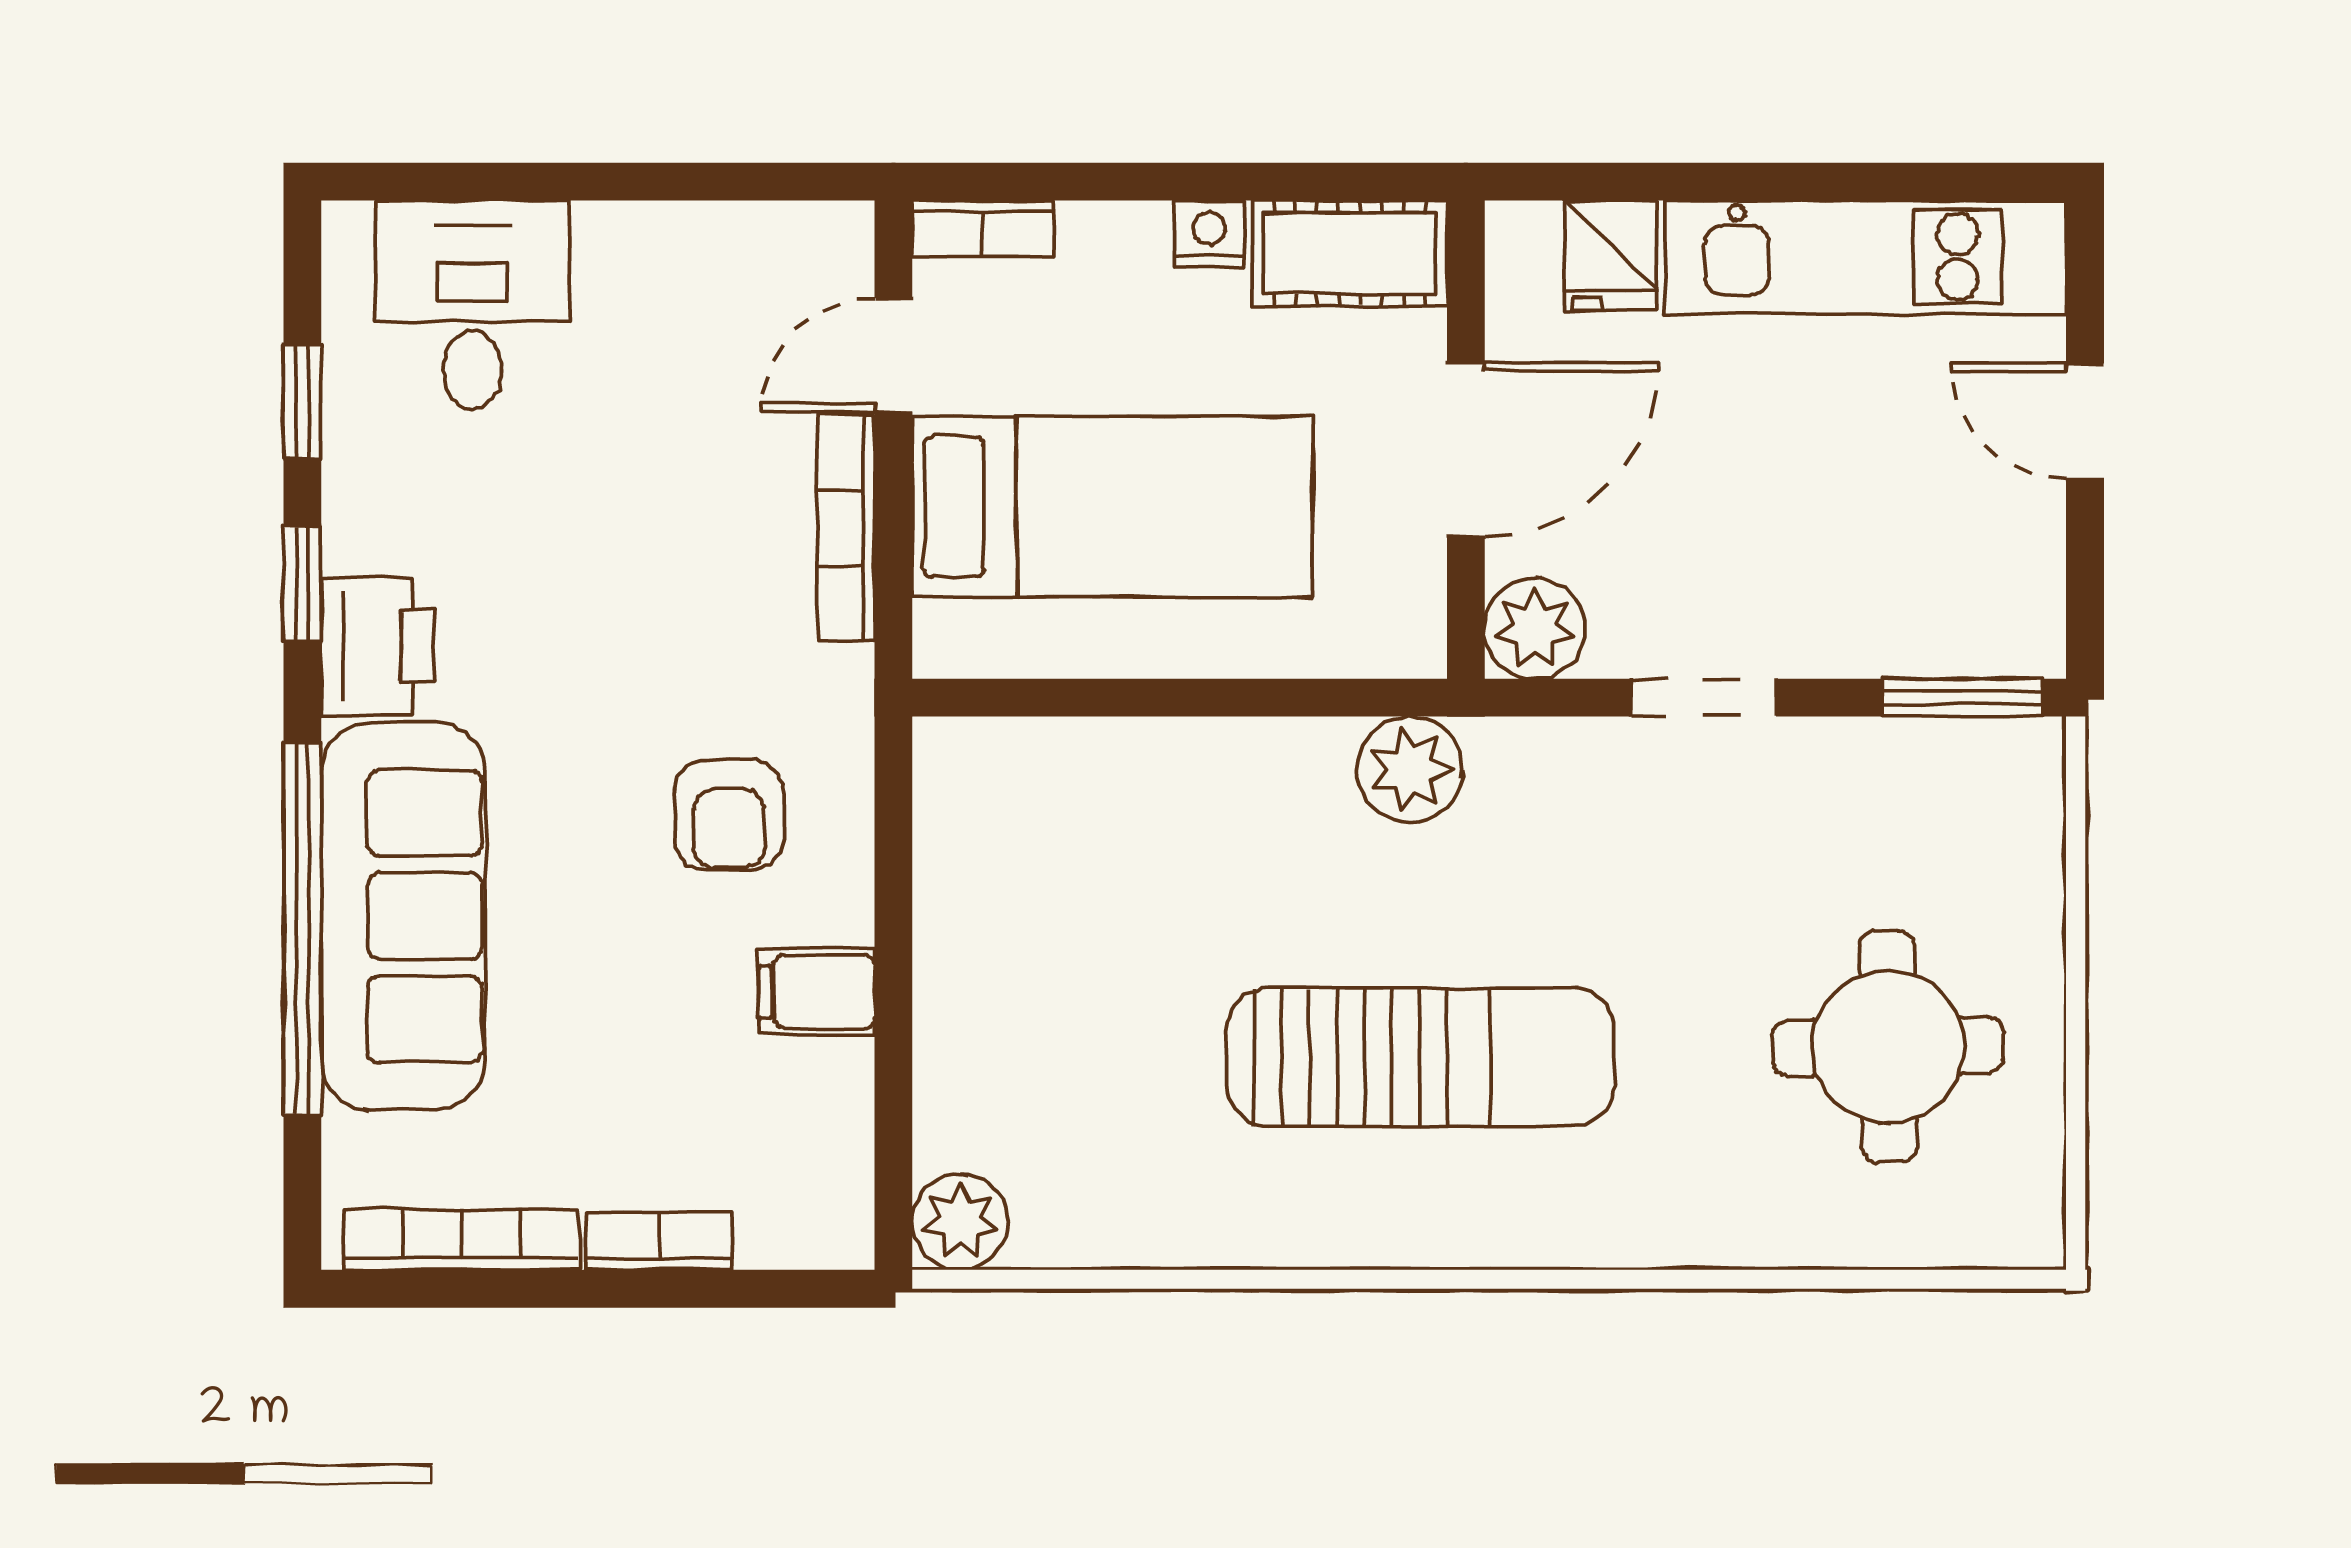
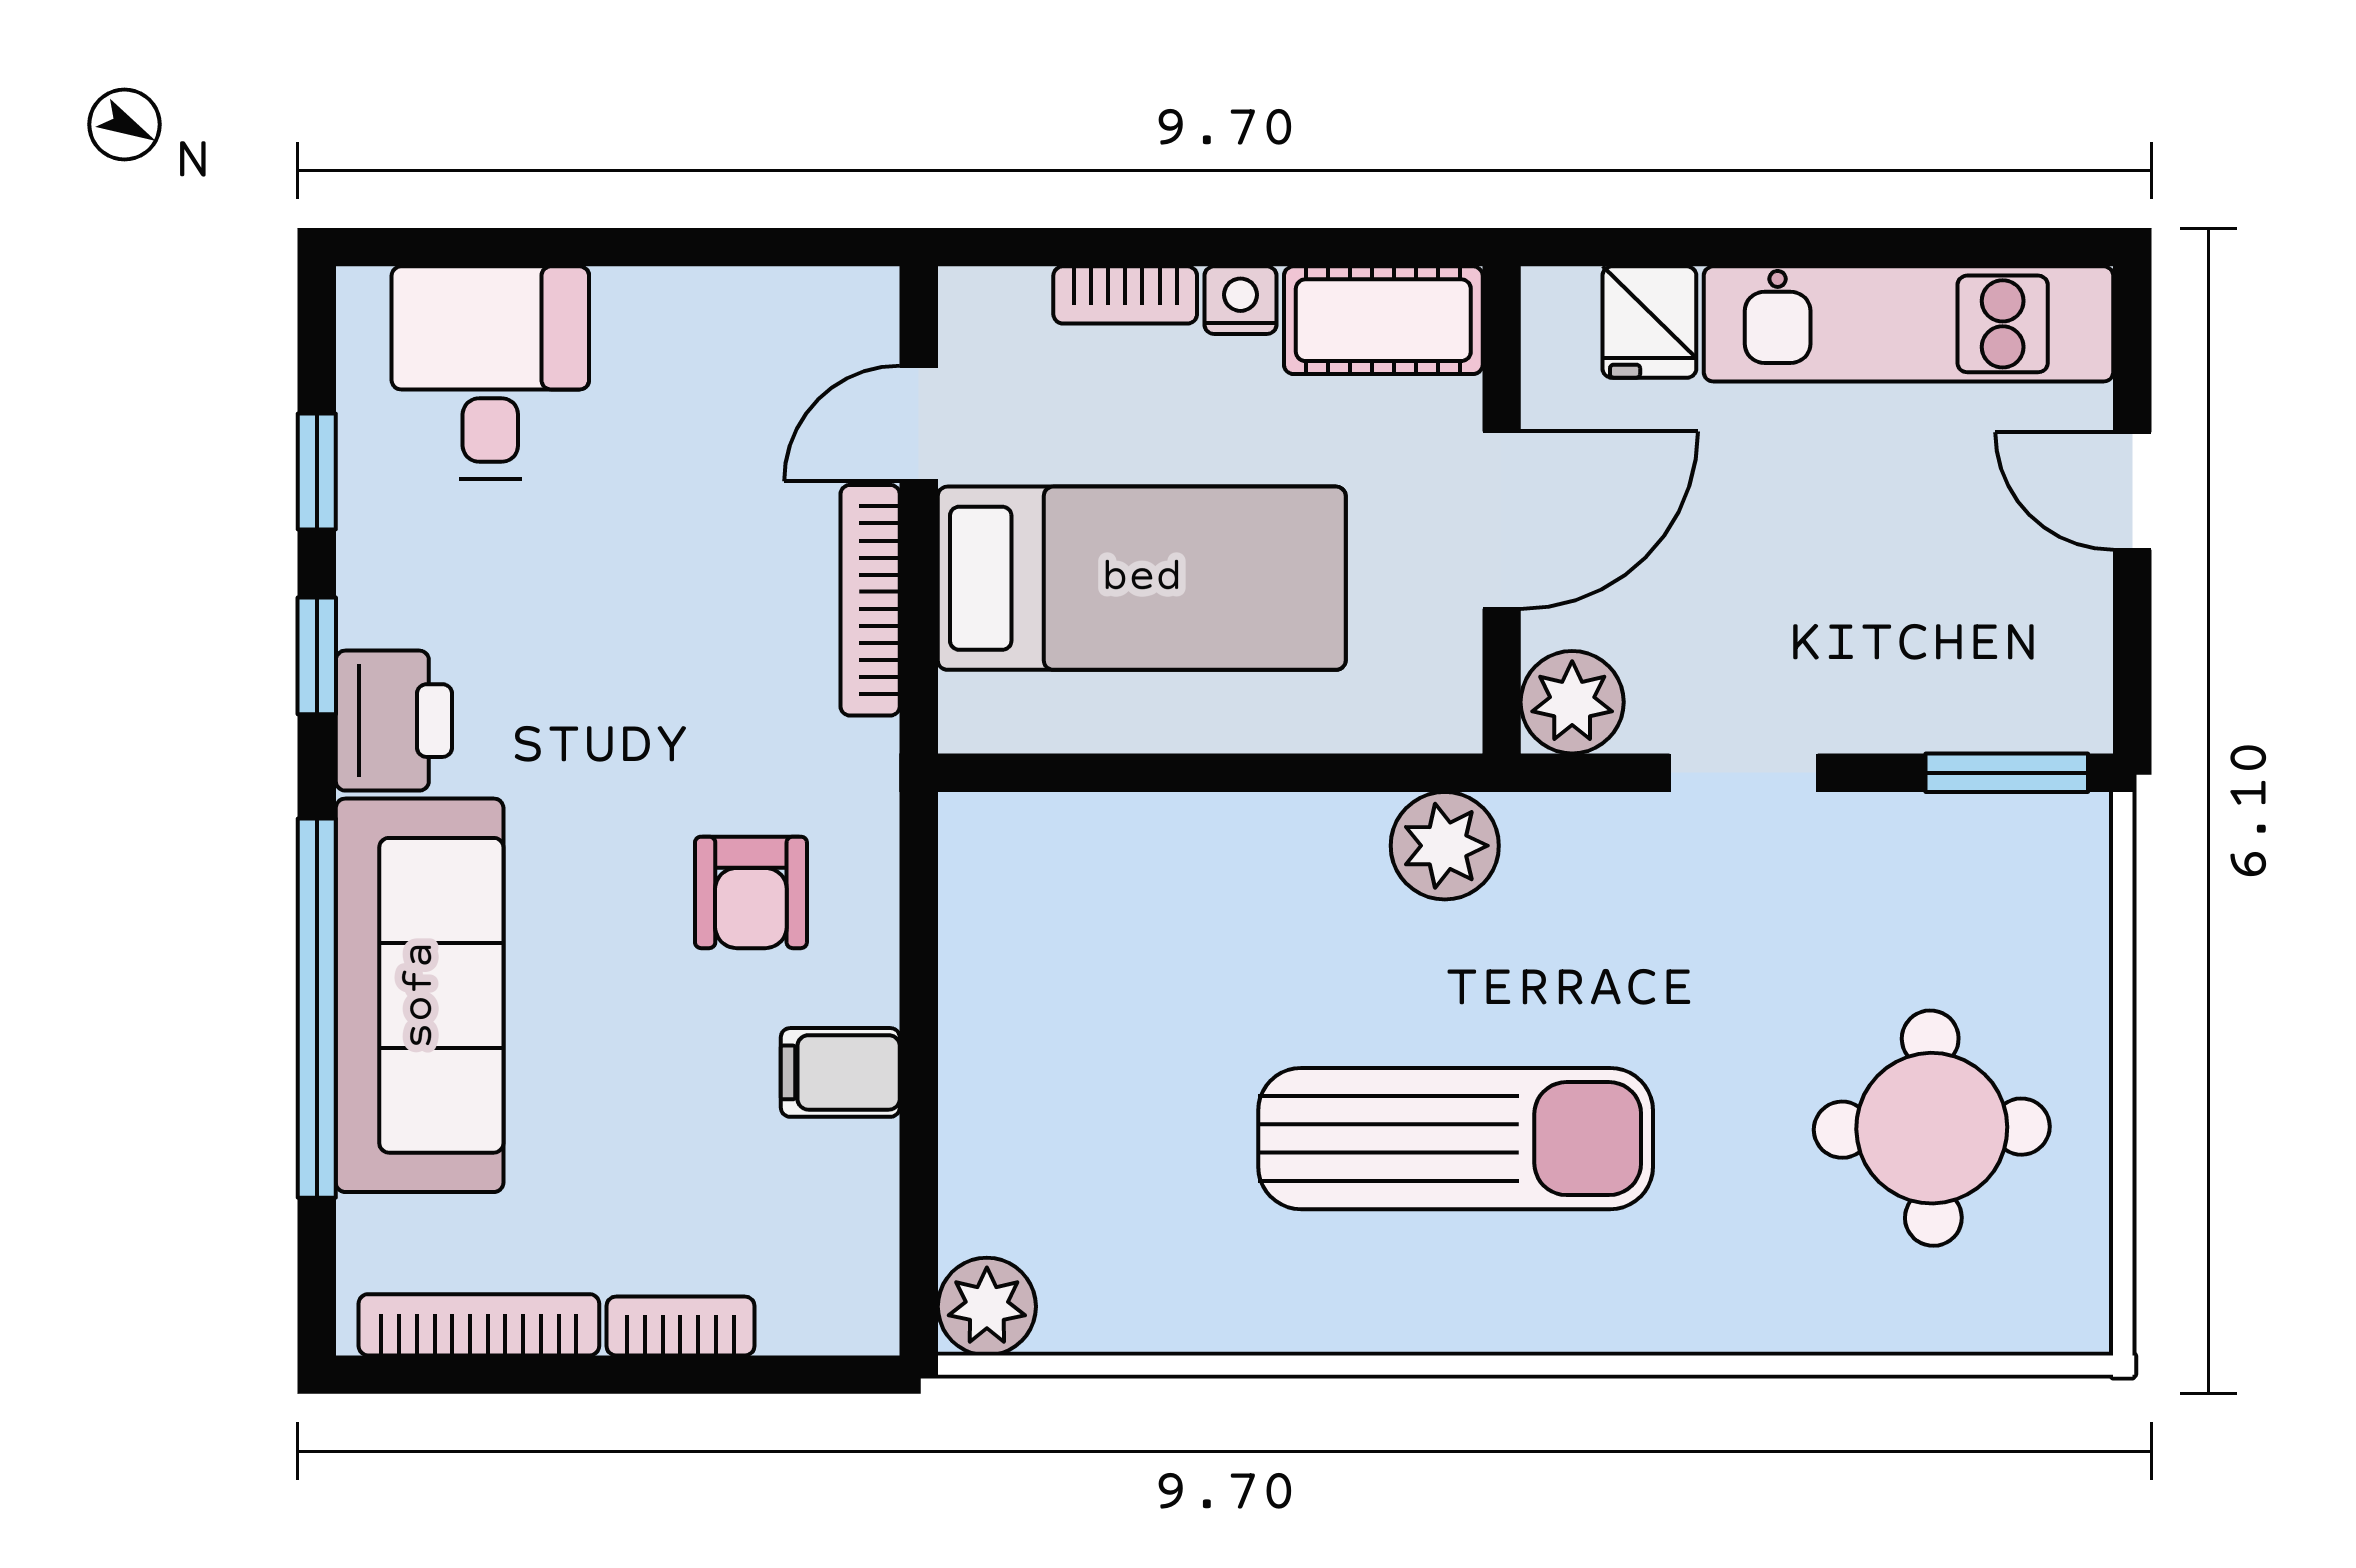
bookcase: (983, 229) -> (1125, 295), moved

